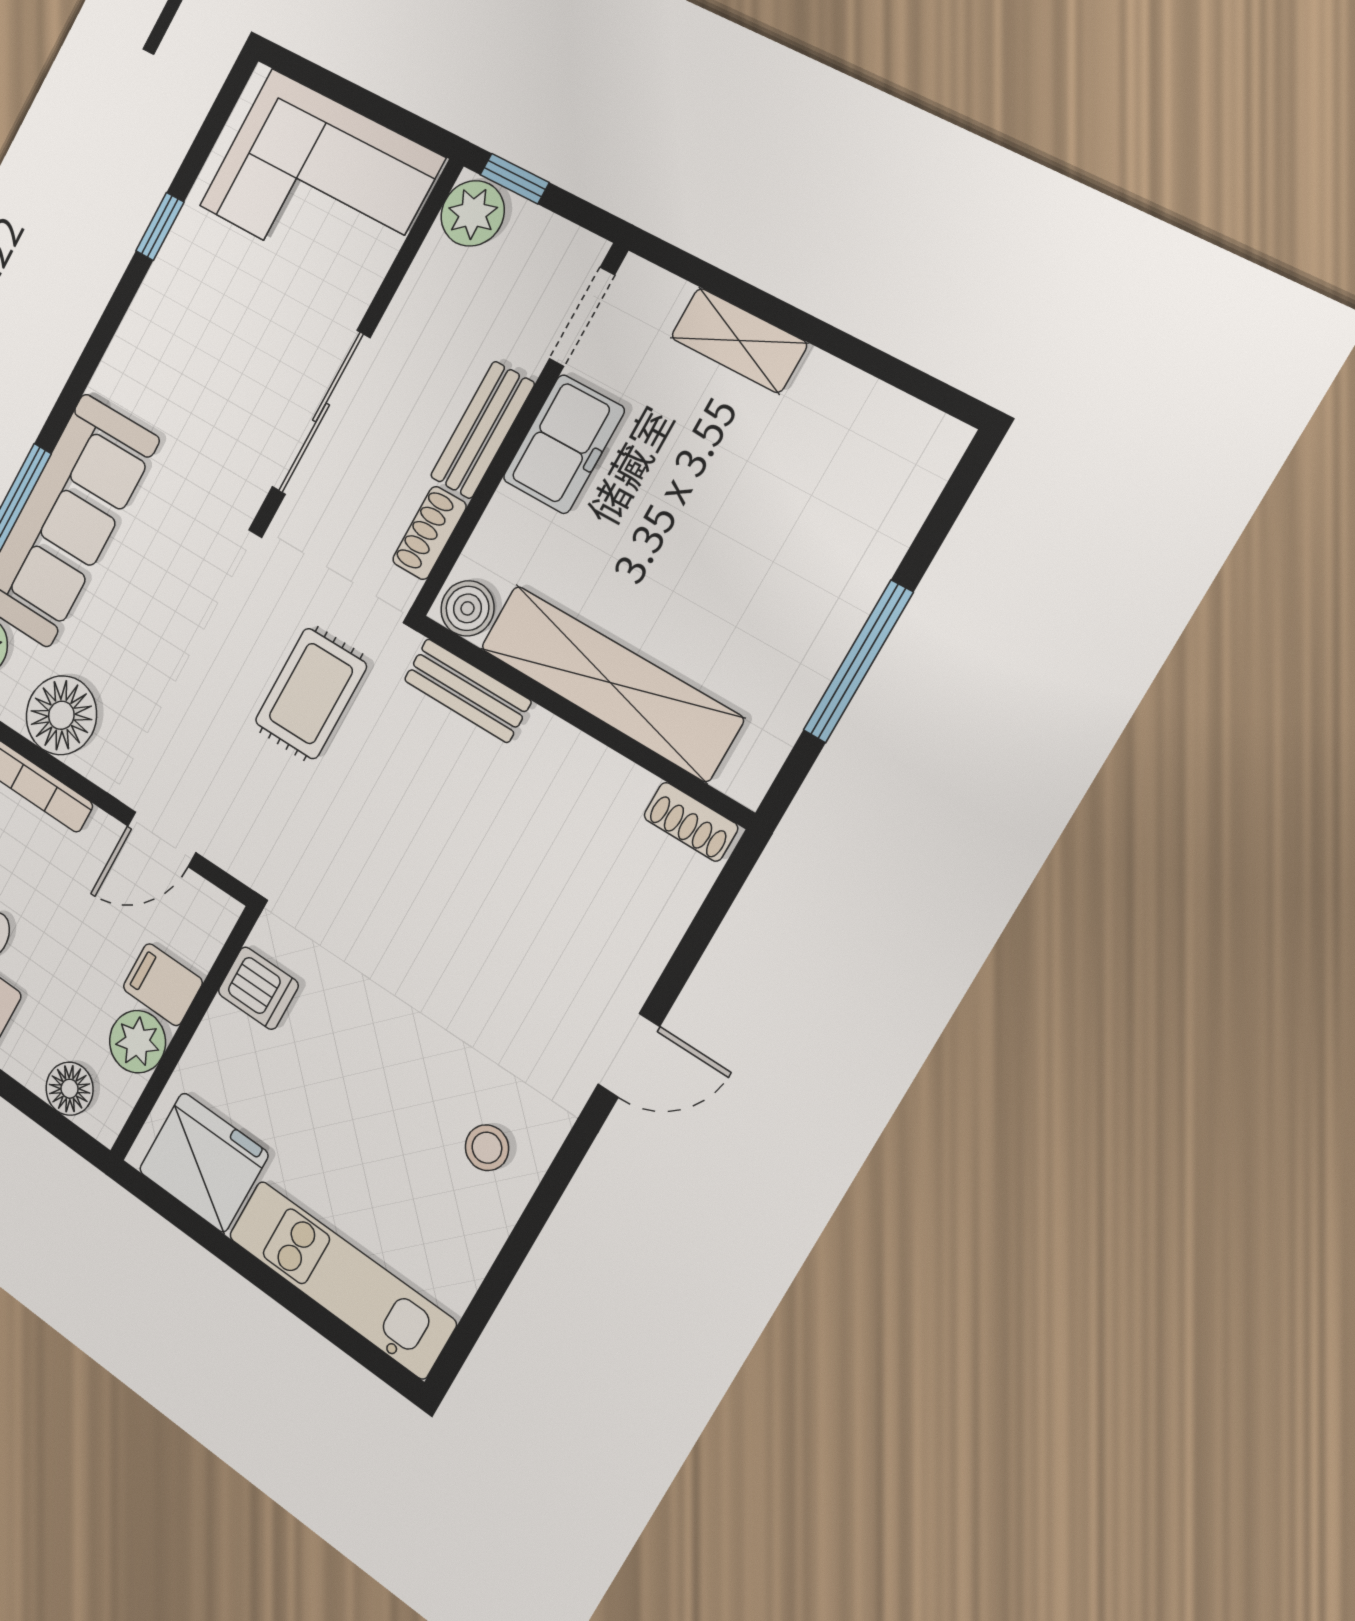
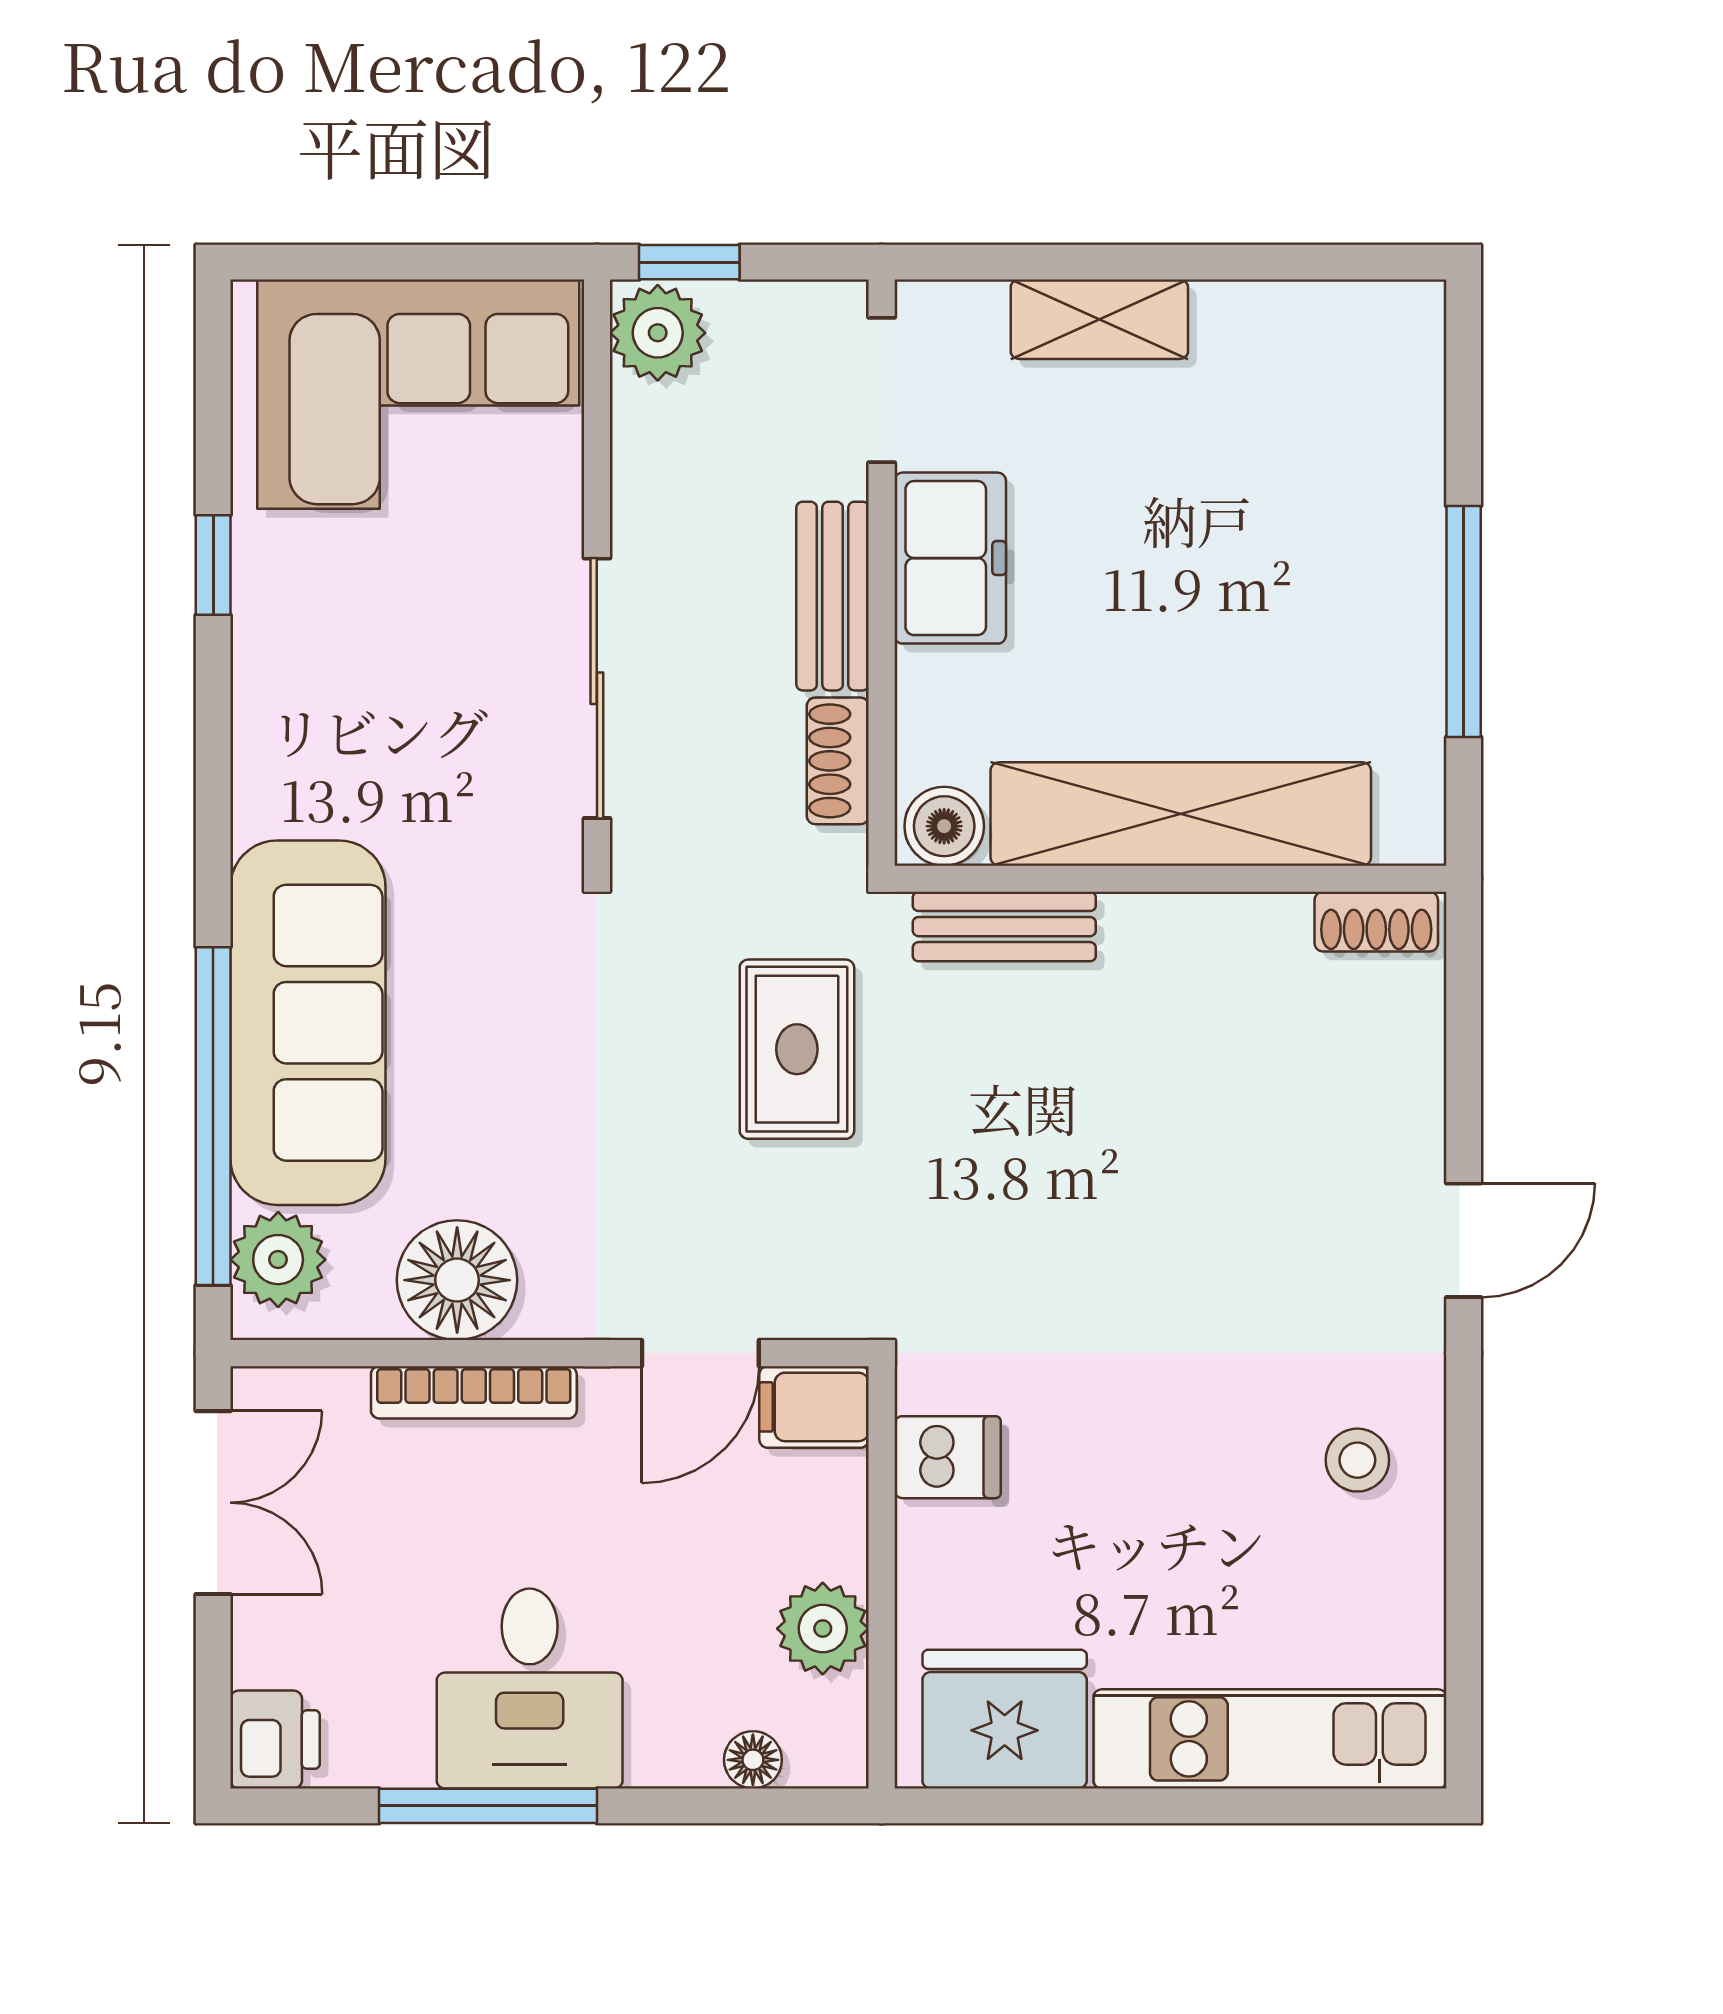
filing cabinet: (163, 985) -> (814, 1407), moved
floor lamp: (70, 1089) -> (753, 1760), width x0.73, depth x0.73

